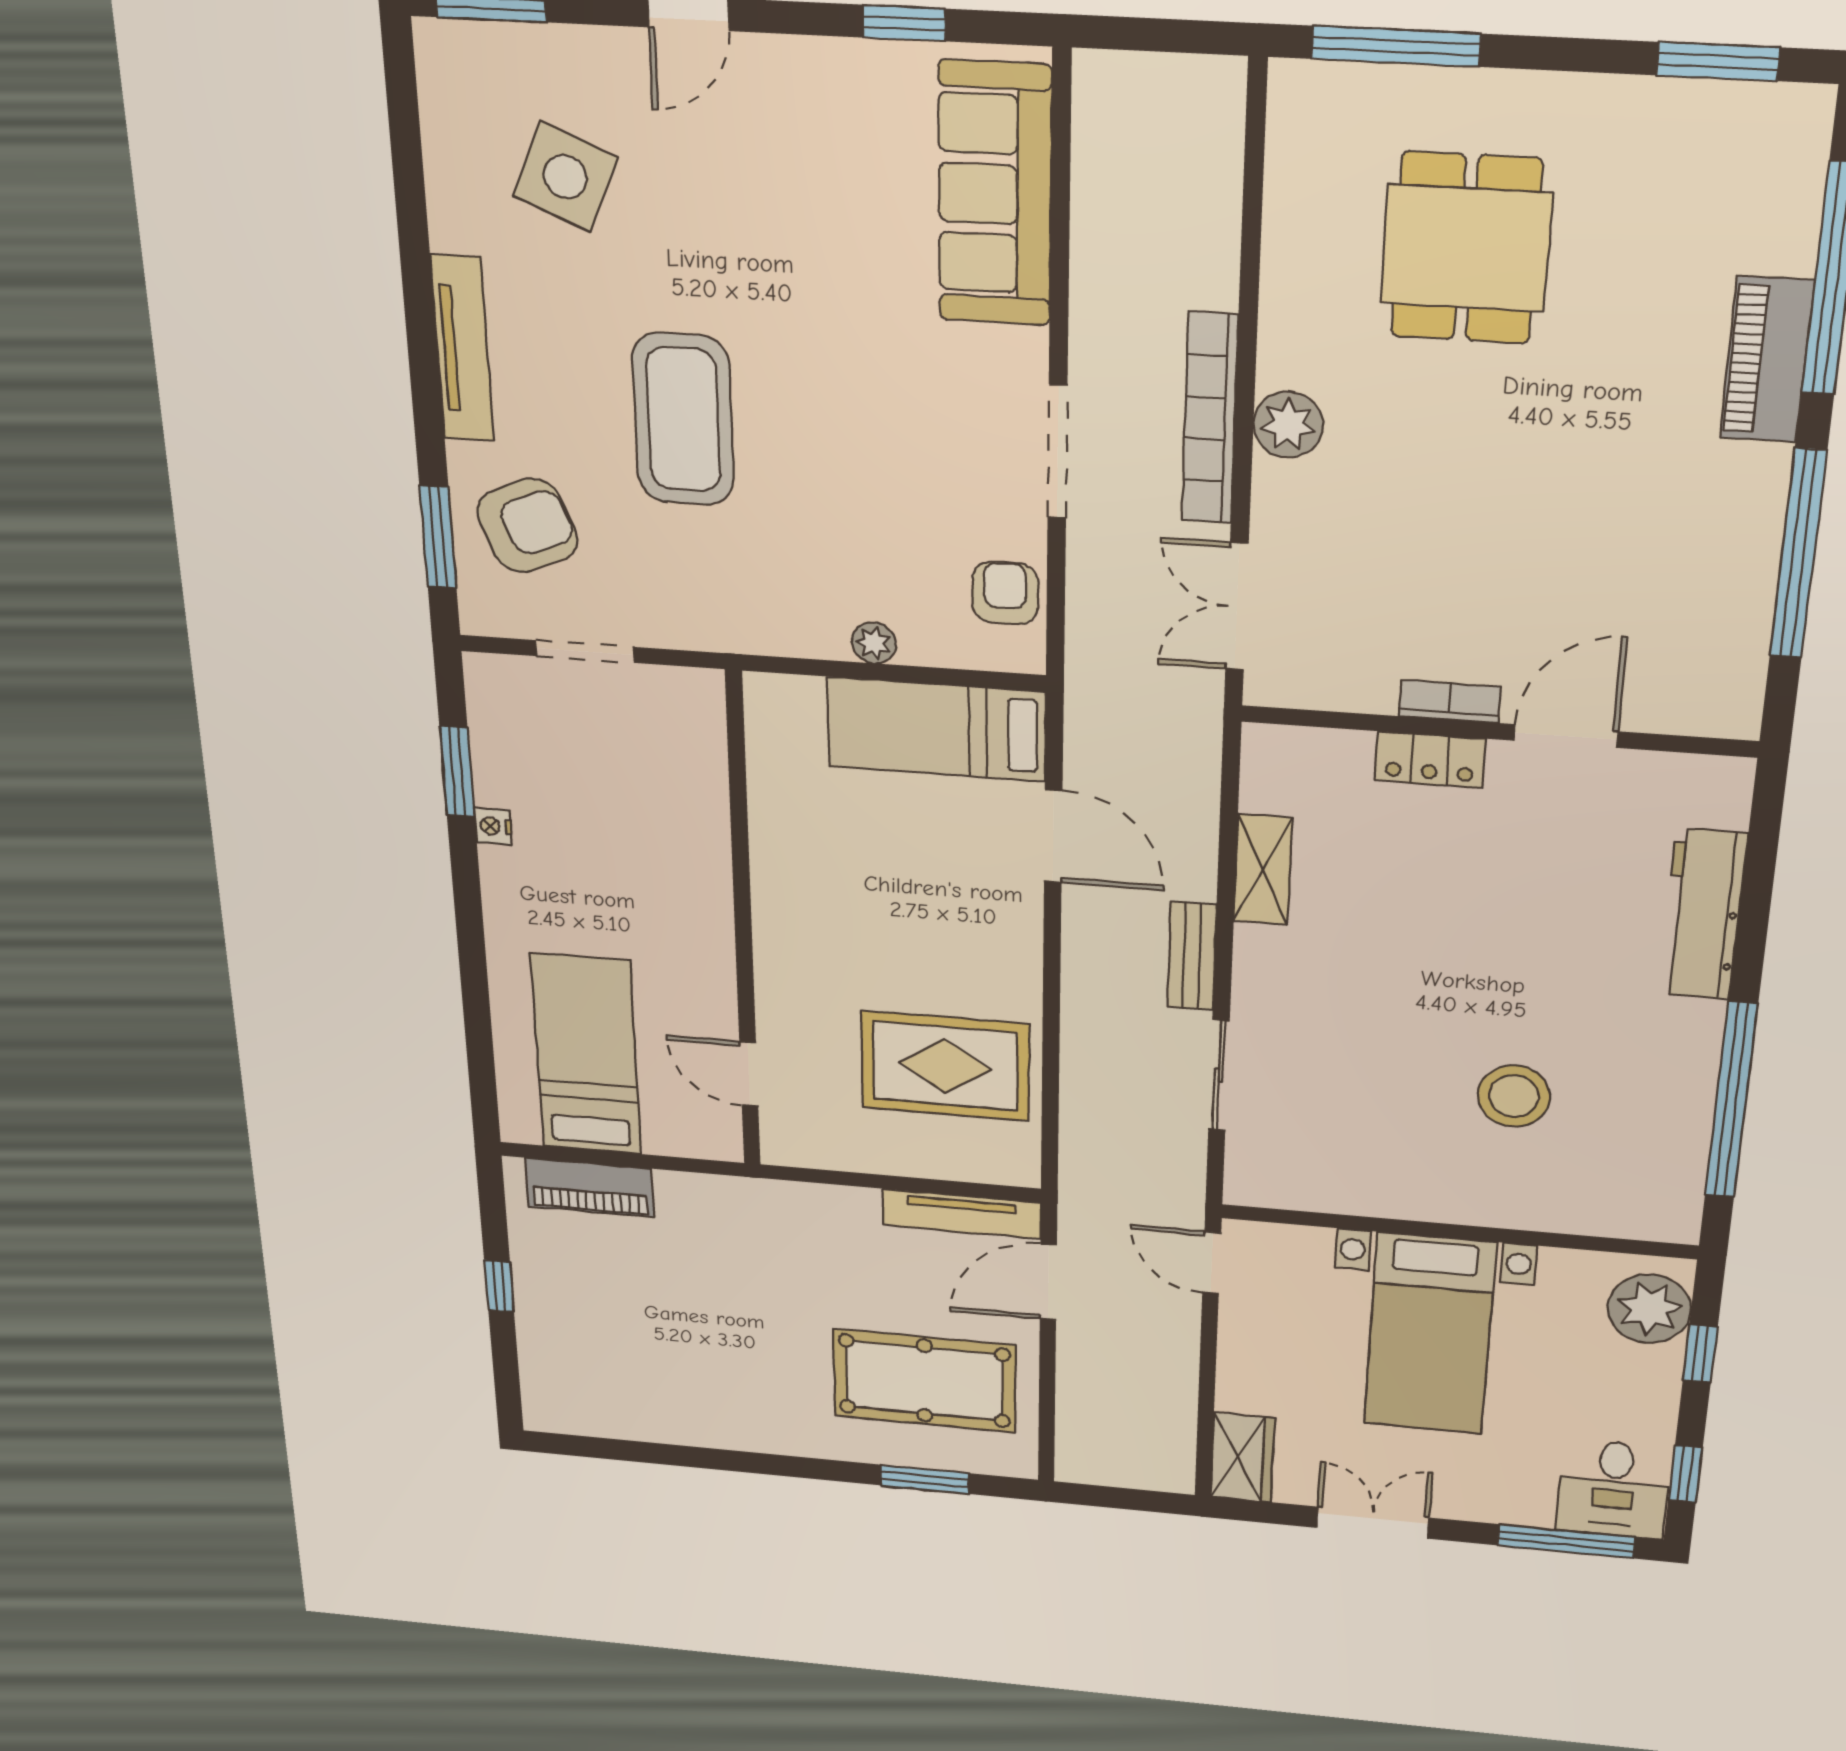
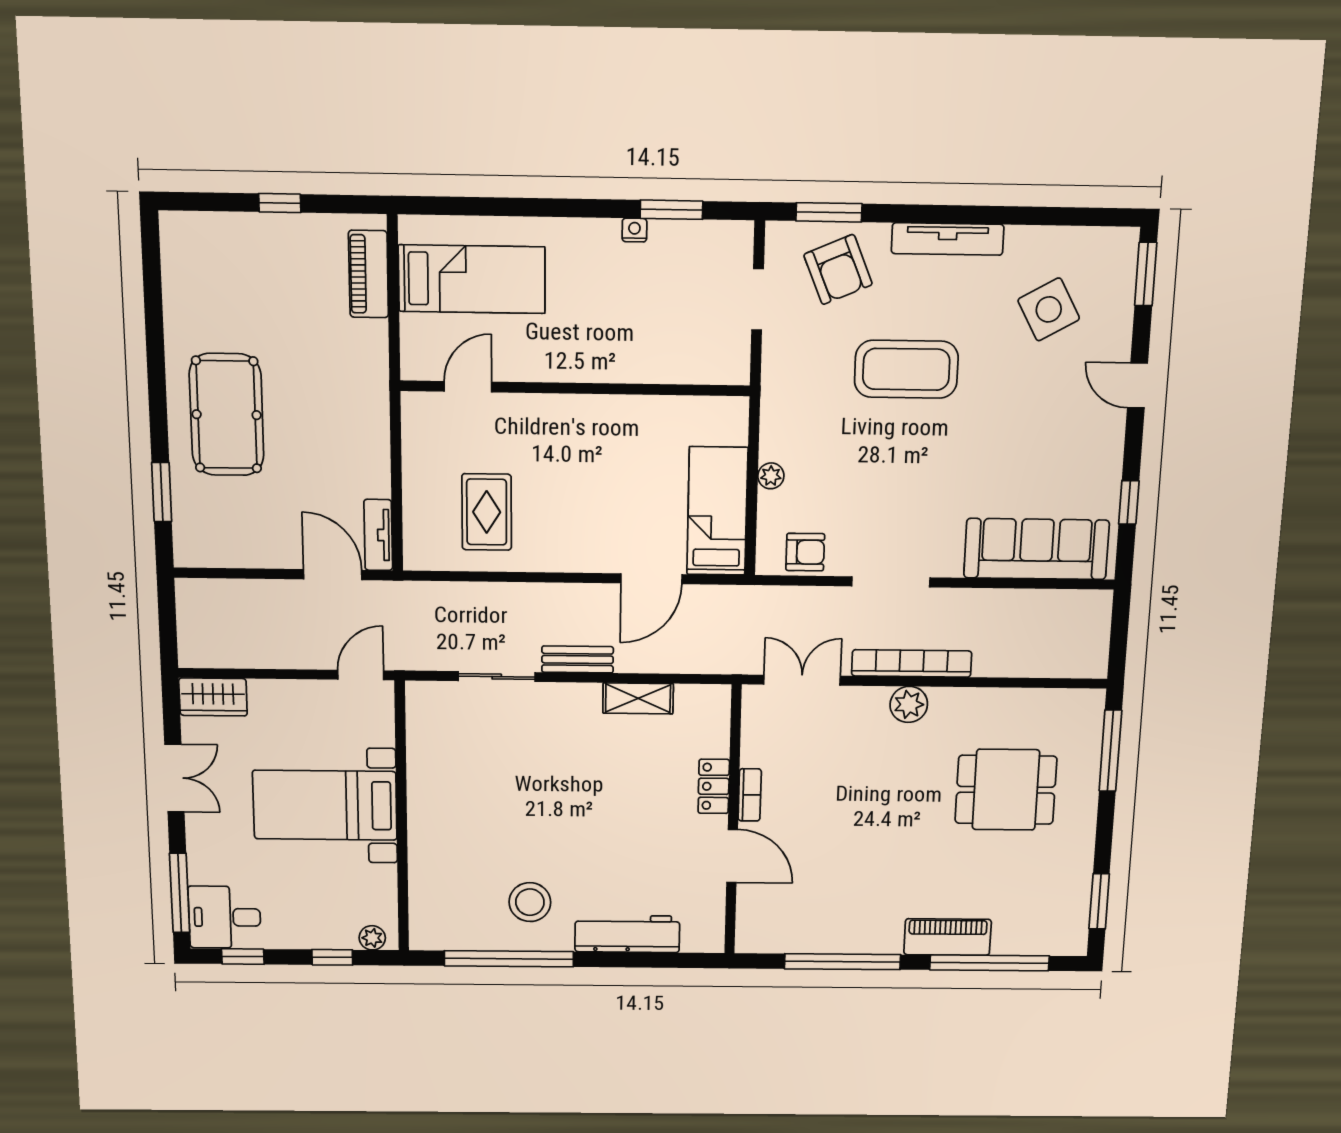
side table: (565, 177) -> (1049, 309), turned 38
rug: (945, 1066) -> (487, 512), width x0.73, depth x0.70
stool: (1514, 1096) -> (530, 902), moved
tv unit: (962, 1214) -> (378, 535), width x0.71
plant: (1649, 1309) -> (372, 938), width x0.53, depth x0.53
pool table: (924, 1381) -> (227, 415), moved

